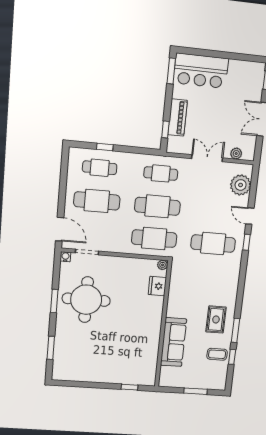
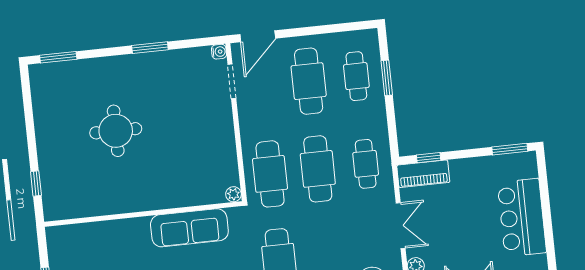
bar counter: (201, 71) -> (522, 217), moved
piano: (177, 117) -> (423, 174), moved
window: (105, 147) -> (387, 78), width x1.50
fridge: (157, 286) -> (200, 193), removed
round table: (86, 300) -> (116, 131), moved, width x0.73, depth x0.73
sofa: (173, 342) -> (189, 228), moved
window: (51, 348) -> (58, 57), moved

